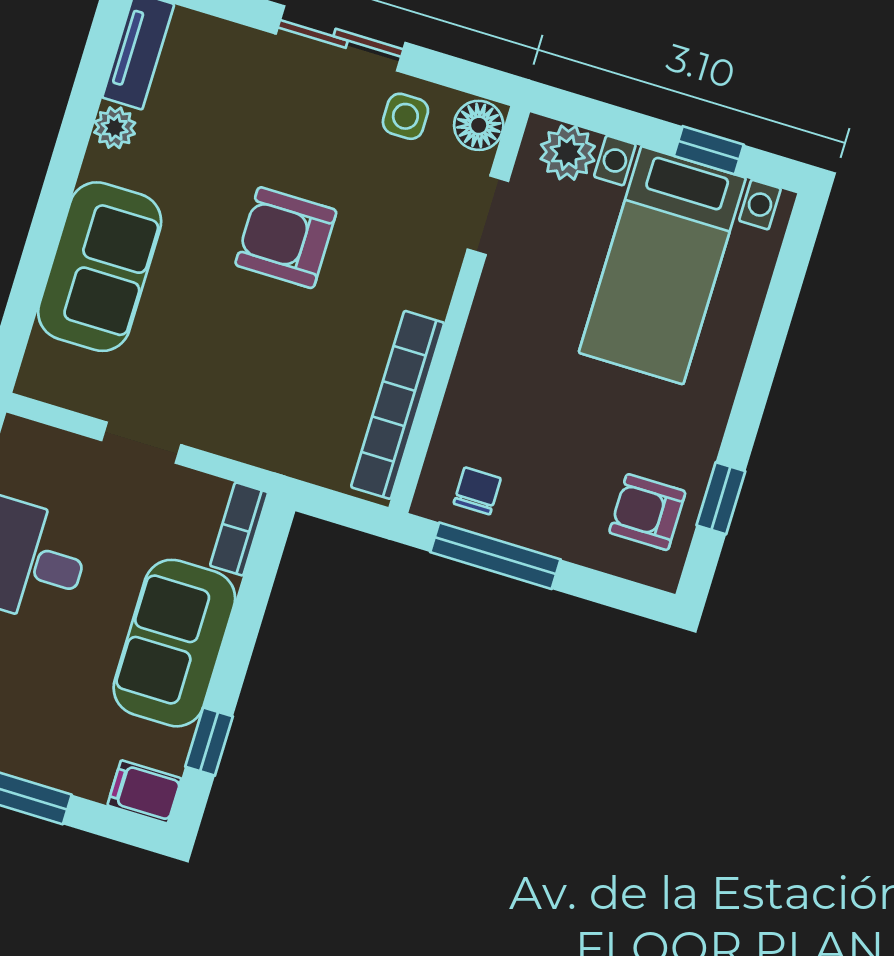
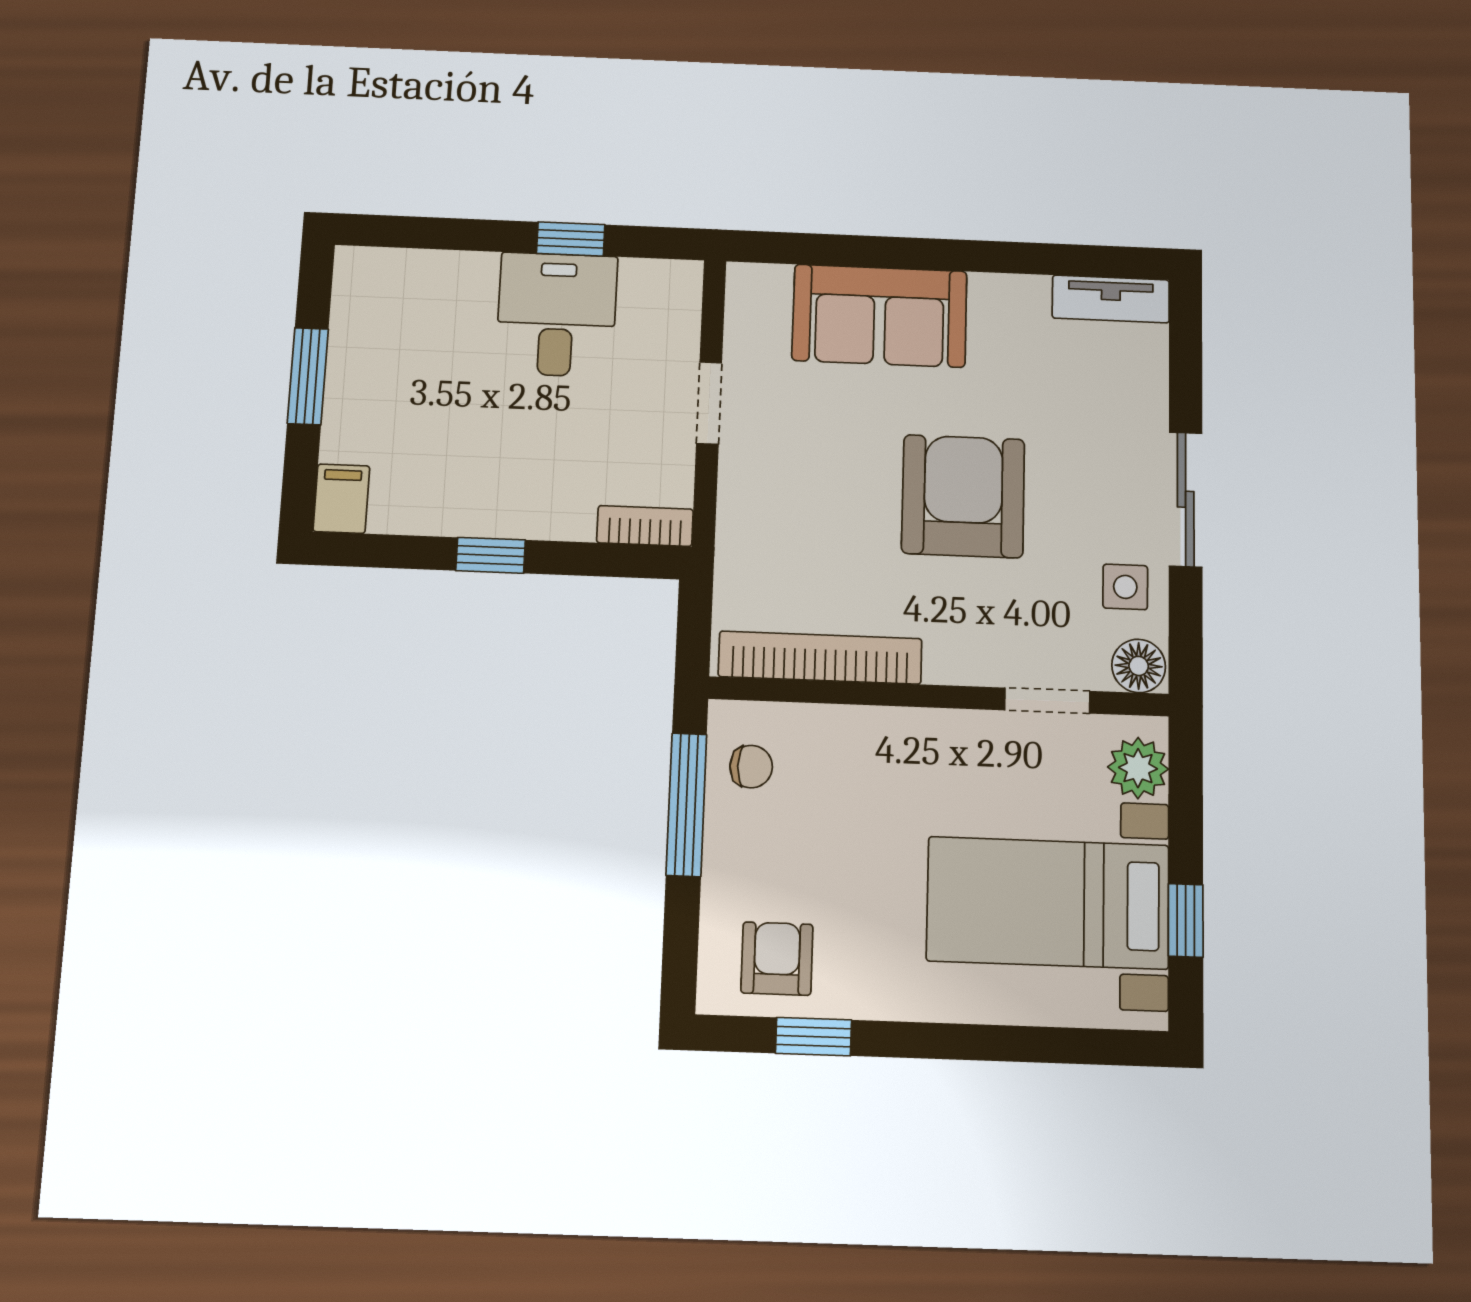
plant: (115, 128) -> (1026, 295), removed
armchair: (286, 238) -> (963, 496), width x1.36, depth x1.36
sofa: (174, 643) -> (507, 490), removed
window: (209, 742) -> (491, 555), moved

